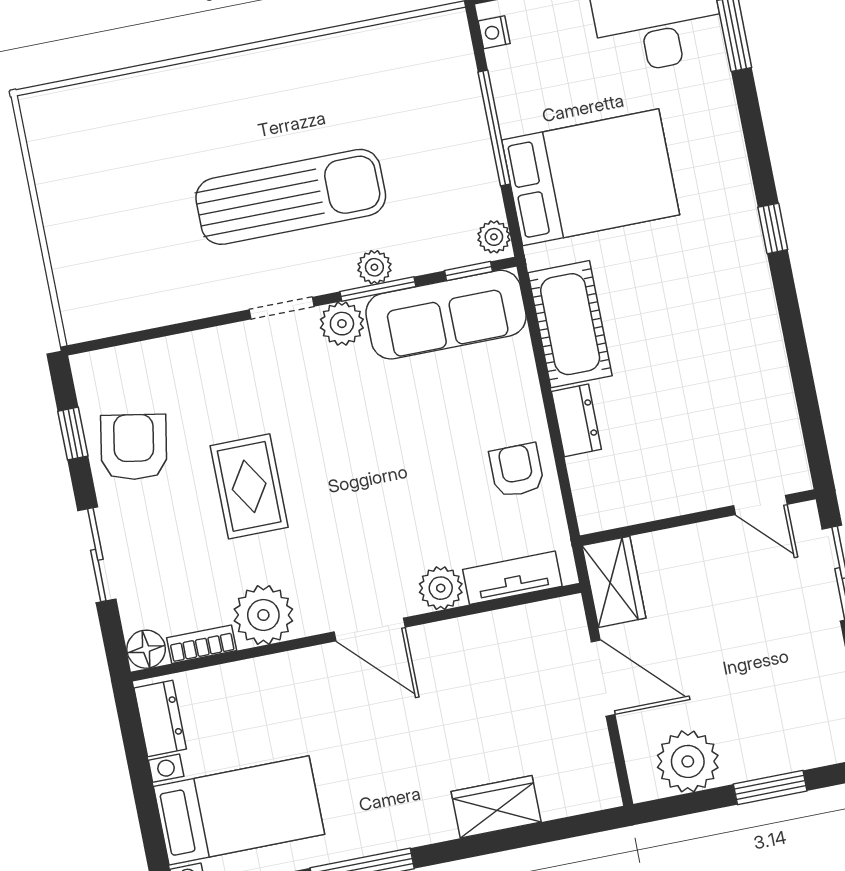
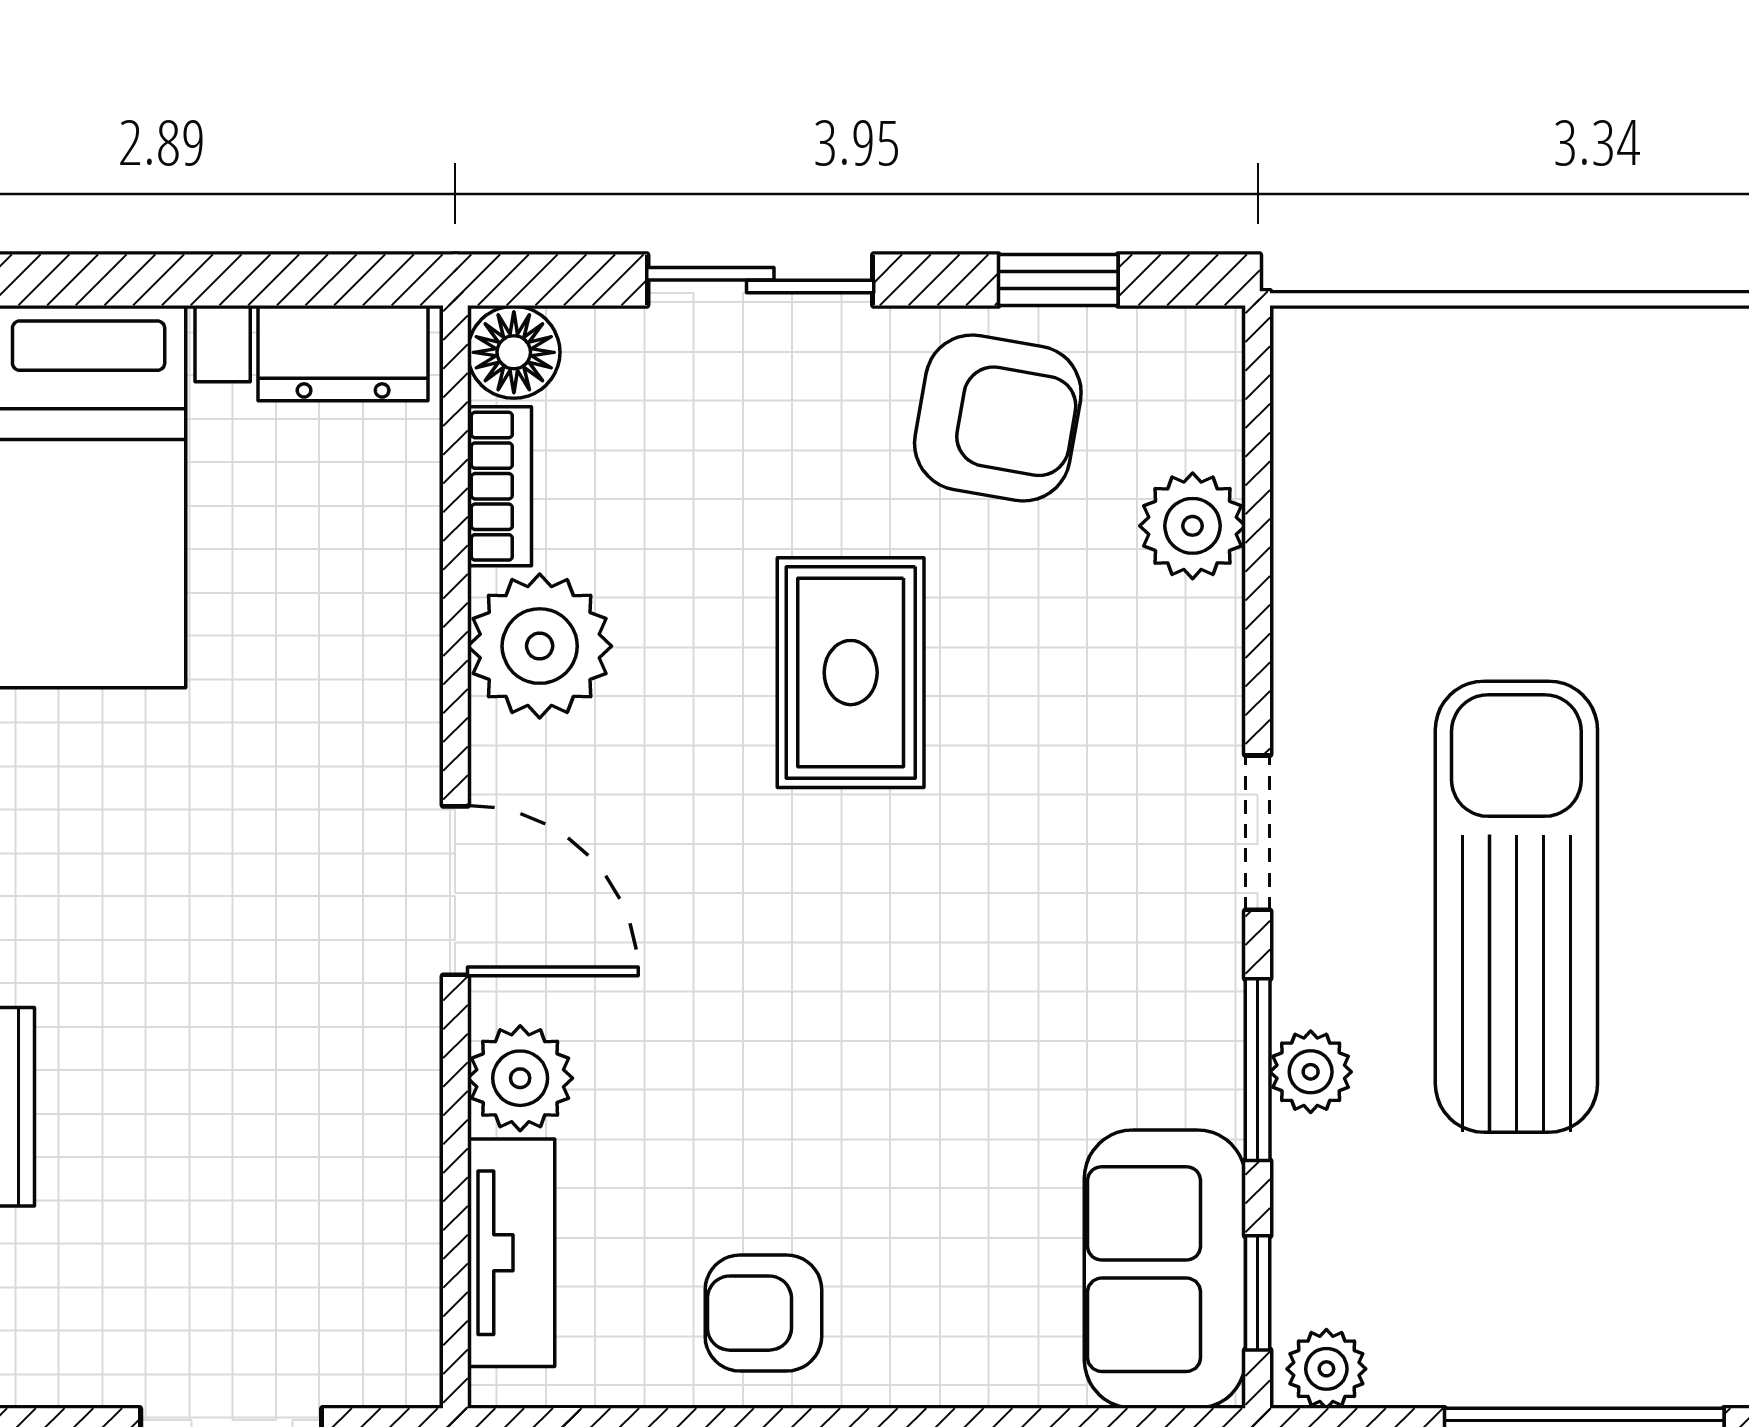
sun lounger: (291, 197) -> (1516, 907), turned 180
sofa: (446, 315) -> (1165, 1269), width x0.73
plant: (342, 324) -> (1193, 526), moved
armchair: (517, 470) -> (763, 1313), turned 180
rug: (249, 486) -> (851, 673), turned 90
door: (370, 630) -> (455, 891), swing flipped

